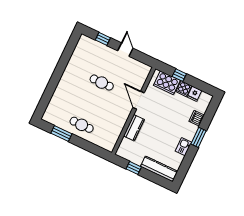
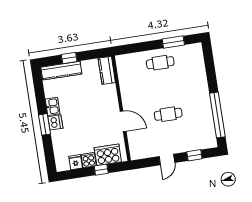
door: (125, 50) -> (167, 160), hinge flipped
window: (66, 57) -> (217, 115), added
dishwasher: (197, 118) -> (55, 122), moved
kitchen counter: (134, 128) -> (107, 70), moved
window: (134, 168) -> (69, 58), moved

